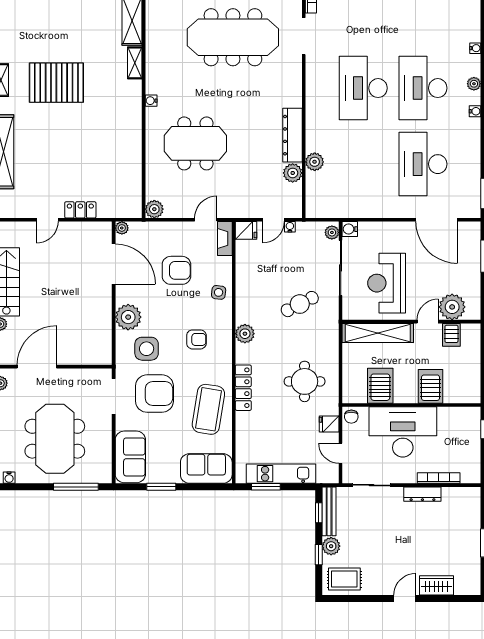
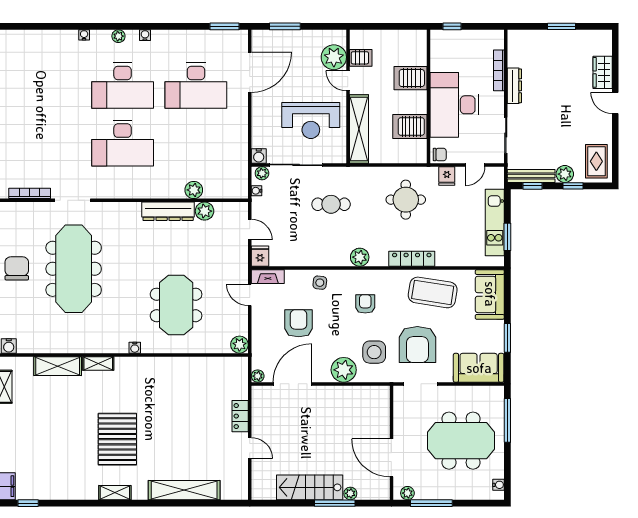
water cooler: (290, 227) -> (257, 191), moved
cafe table: (300, 304) -> (331, 204), turned -63
armchair: (154, 394) -> (417, 344), turned 180

